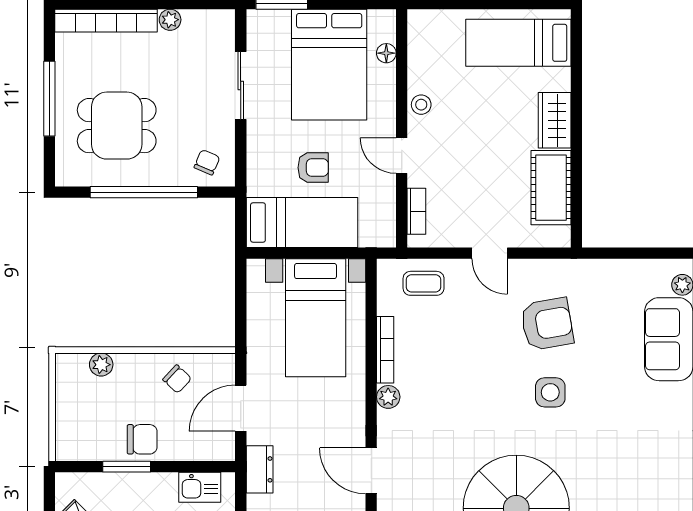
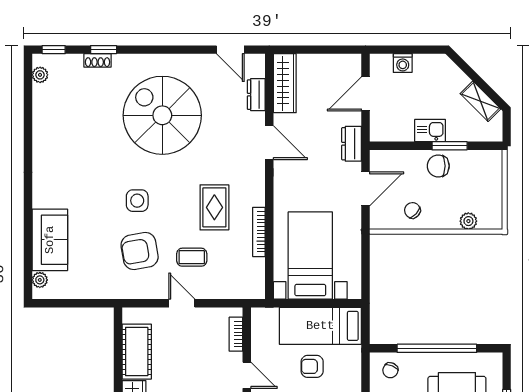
coffee table: (424, 283) -> (192, 257), moved
rug: (445, 383) -> (214, 207), added
plant: (388, 397) -> (257, 197), removed
kitchen sink: (200, 487) -> (430, 131), moved

